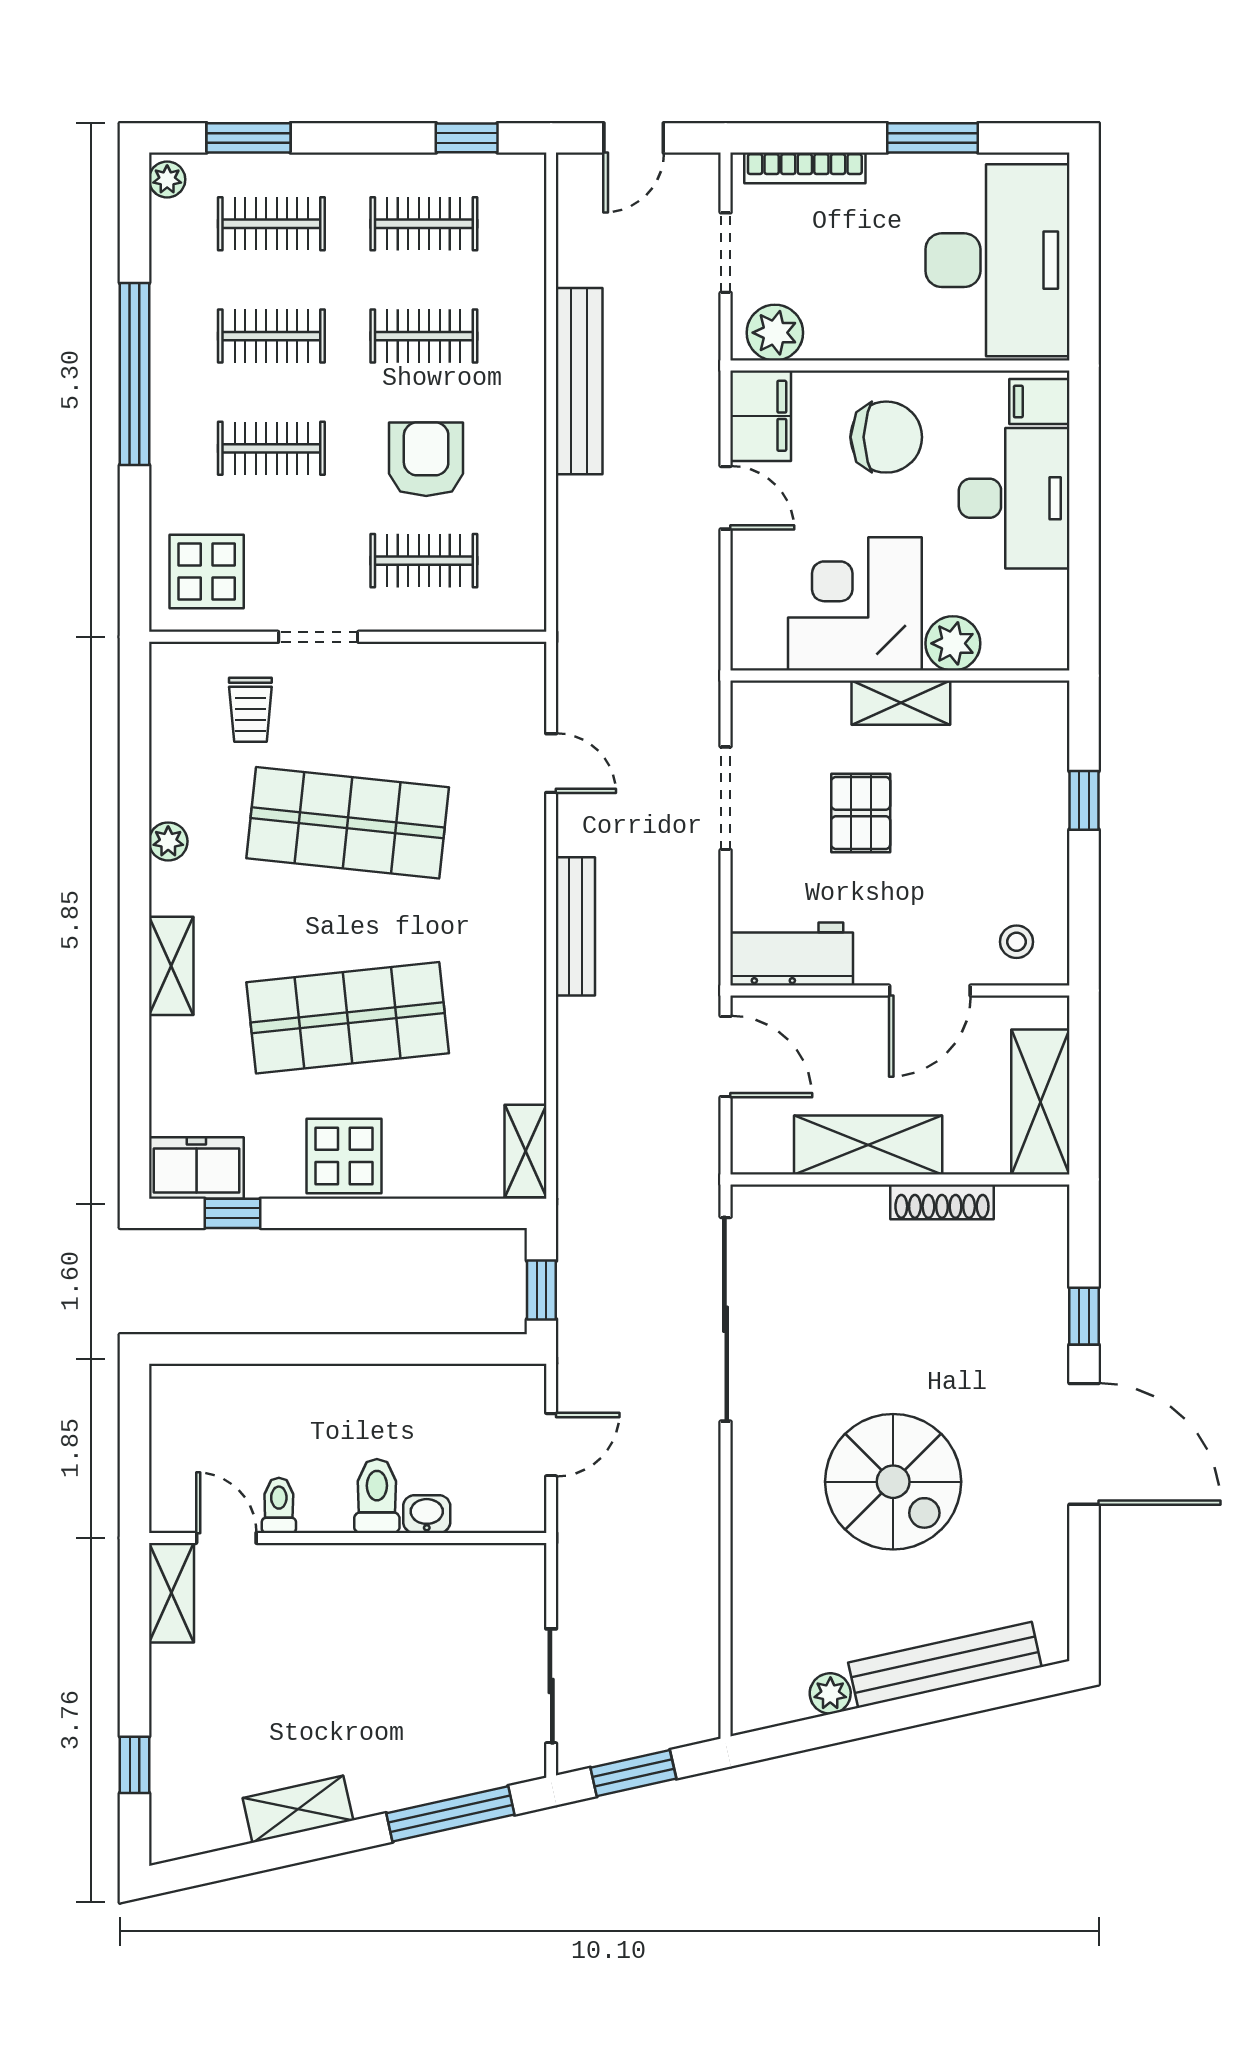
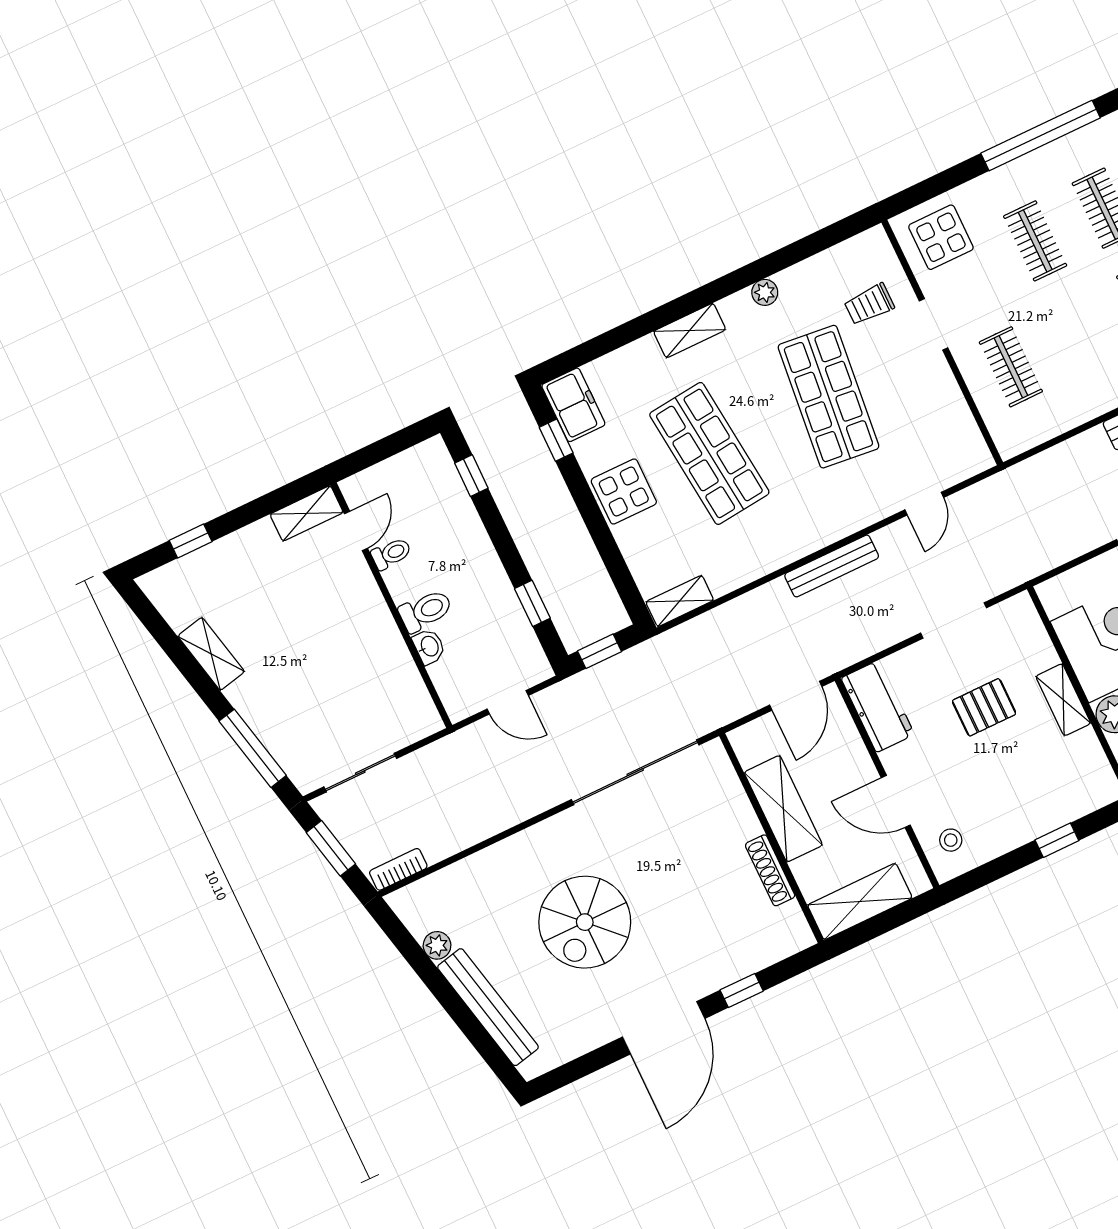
armchair: (426, 459) -> (1074, 339), removed
window: (226, 1349) -> (471, 476), added
window: (435, 1349) -> (532, 603), added
bookcase: (704, 1697) -> (398, 869), added

